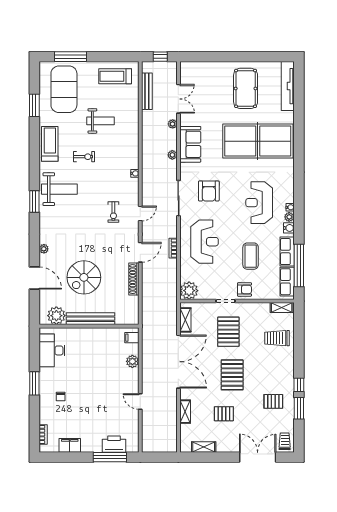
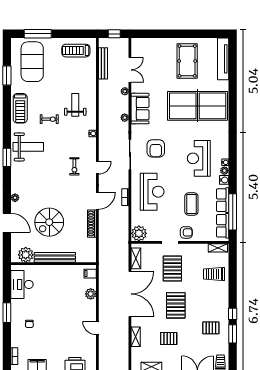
weight bench: (101, 121) -> (75, 105), moved, turned -90
treadmill: (50, 144) -> (20, 108), turned 180

